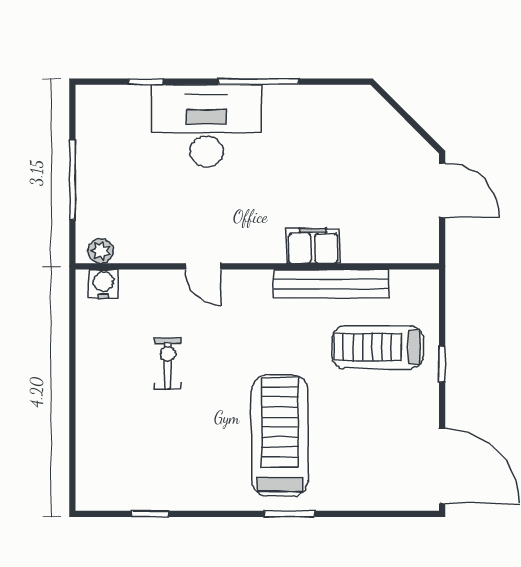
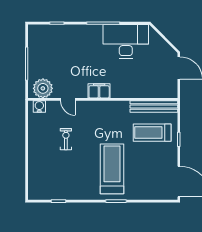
desk: (207, 126) -> (126, 41), moved
filing cabinet: (313, 246) -> (99, 91), moved
plant: (101, 251) -> (43, 88), width x1.88, depth x1.88
door: (203, 266) -> (68, 99), moved
bench: (331, 284) -> (154, 106), moved

